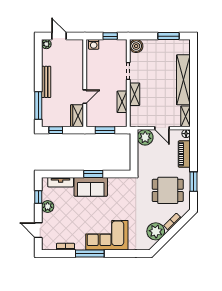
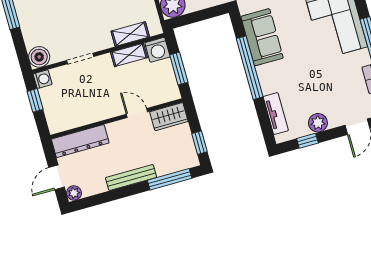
washing machine: (94, 44) -> (43, 79), moved
dresser: (77, 57) -> (80, 141), added
shelving: (135, 94) -> (130, 34), moved
washing machine: (120, 120) -> (157, 50), added
window: (93, 174) -> (250, 68), width x2.11
sofa: (91, 187) -> (262, 37), moved

